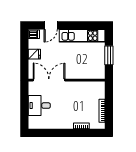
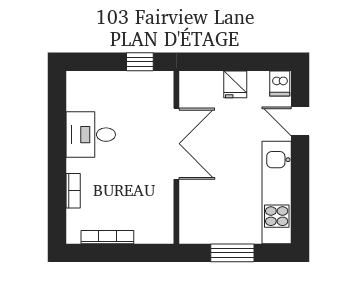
double door: (49, 80) -> (176, 144), moved
window: (24, 96) -> (140, 62), added
desk: (39, 106) -> (91, 135), moved, turned -90

